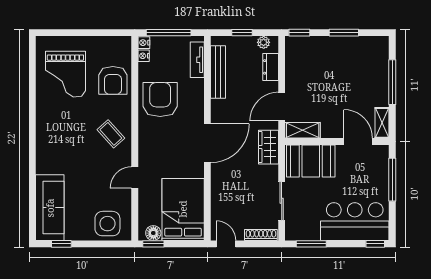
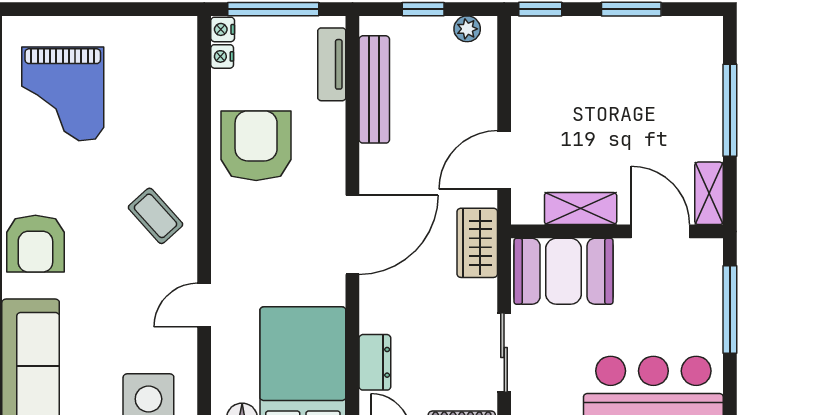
dresser: (271, 67) -> (375, 362), moved, turned 180
armchair: (113, 80) -> (35, 244), moved
shelving: (303, 130) -> (581, 209), moved

